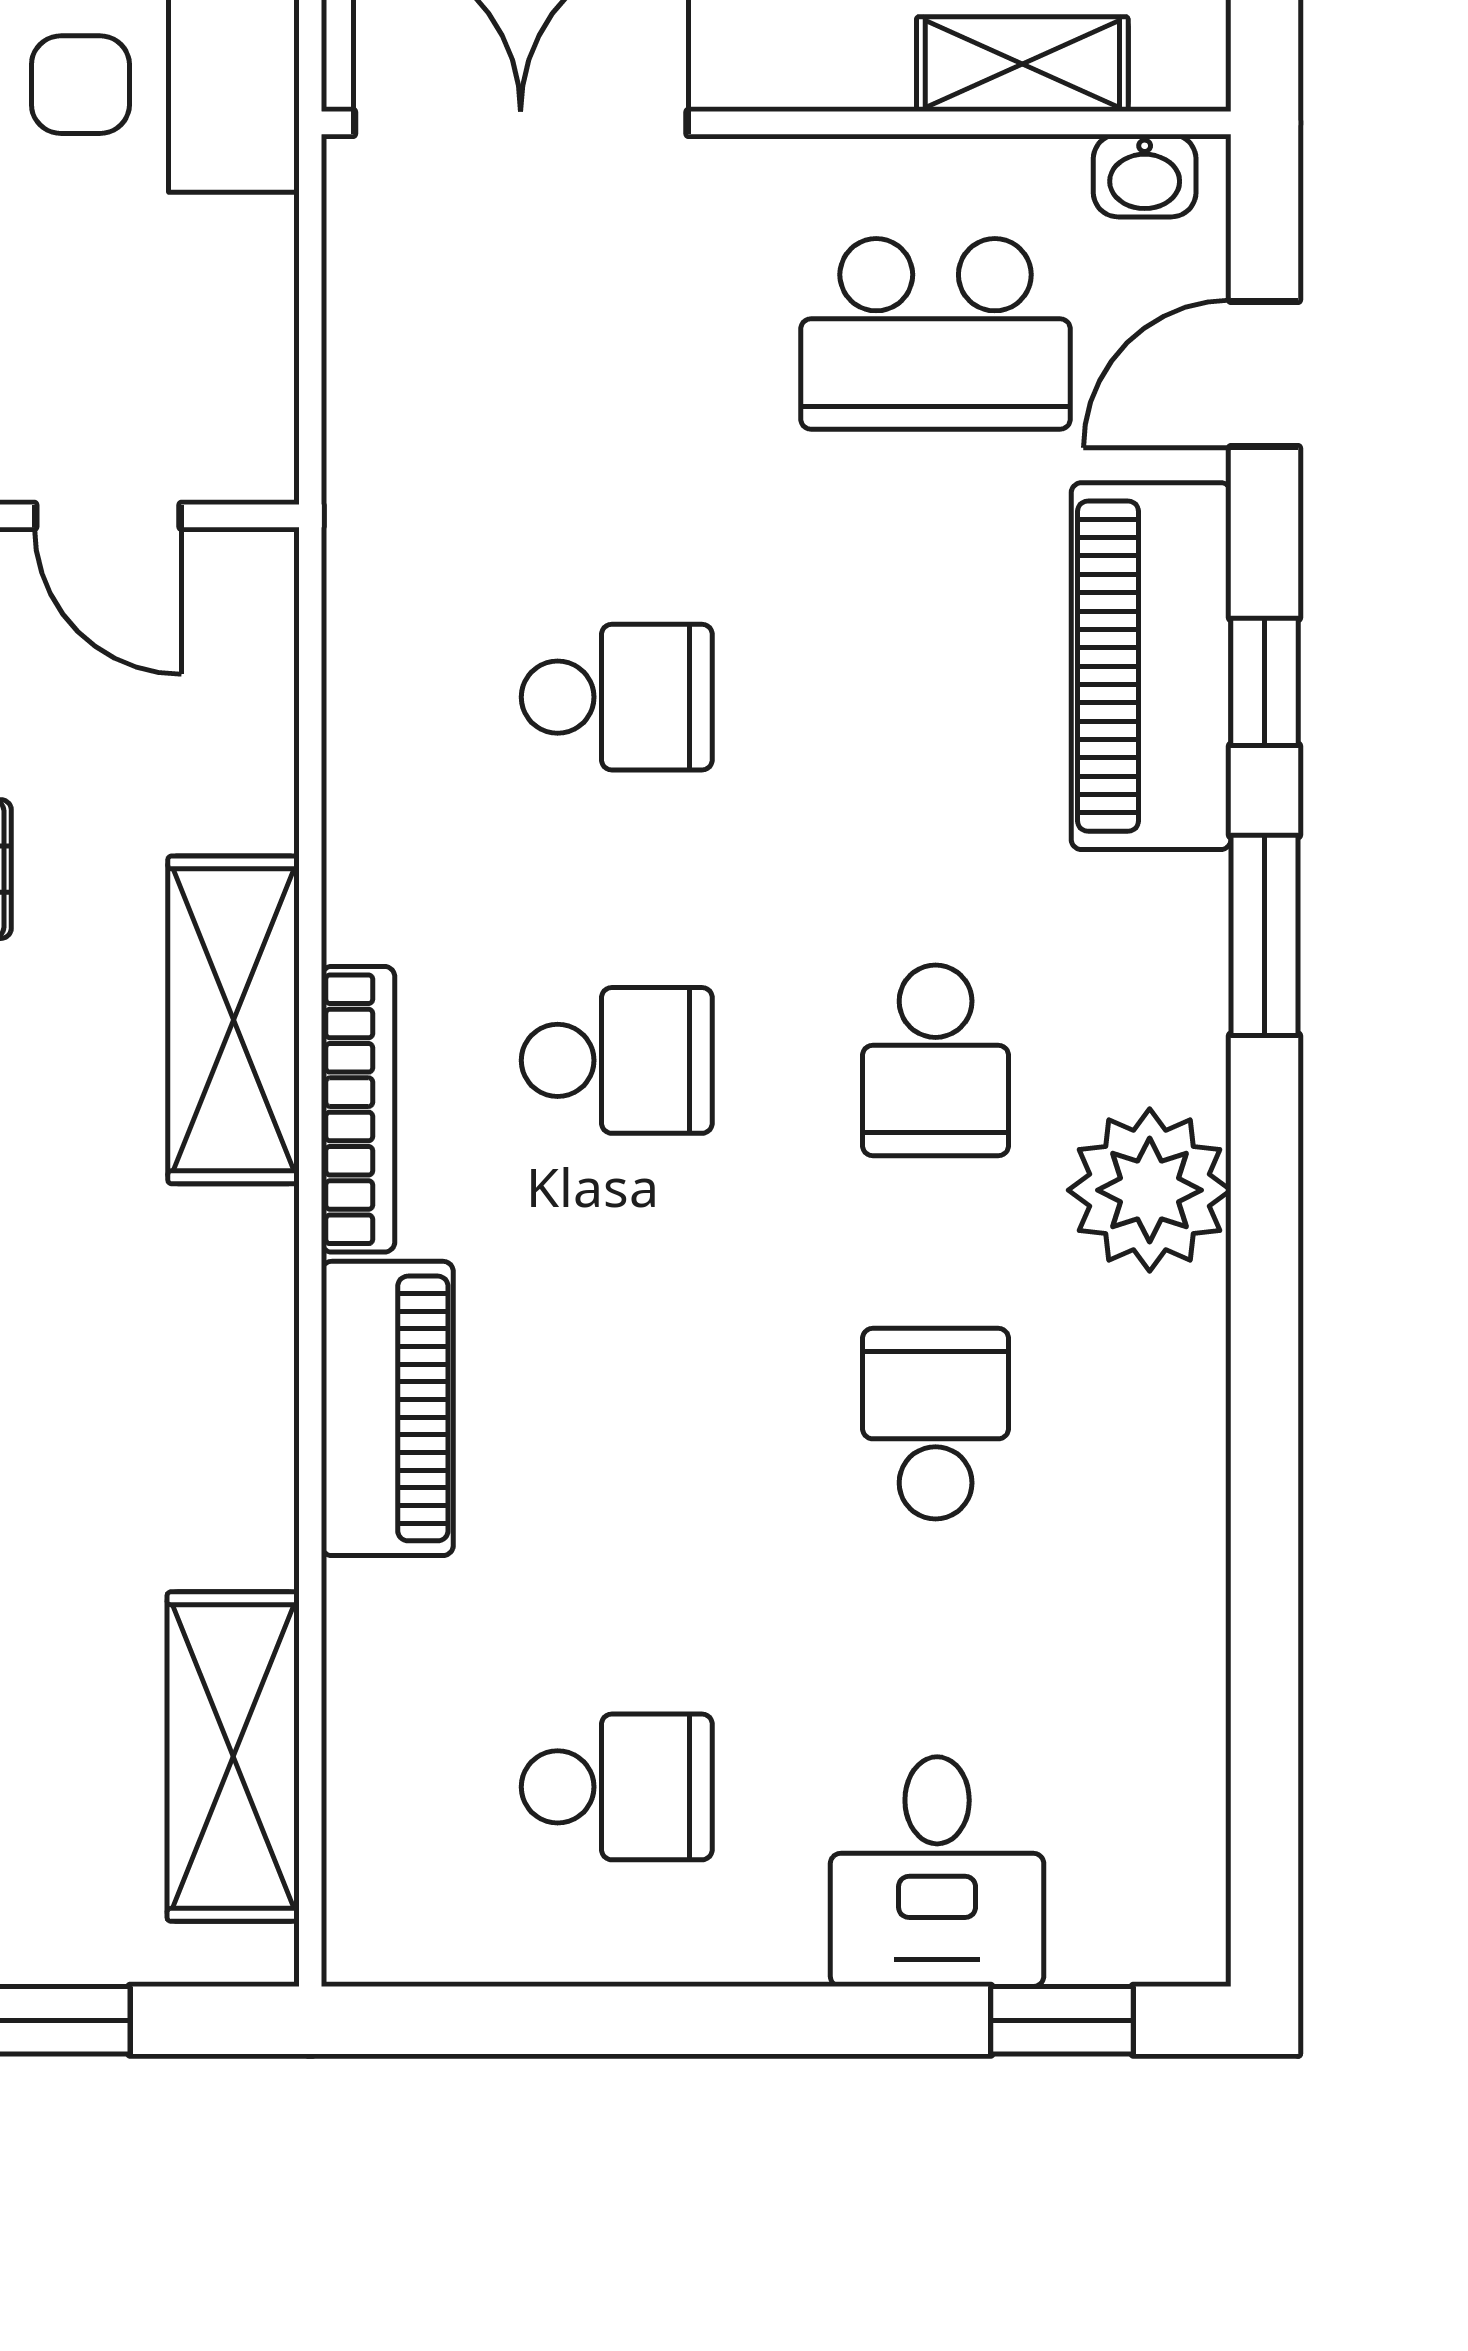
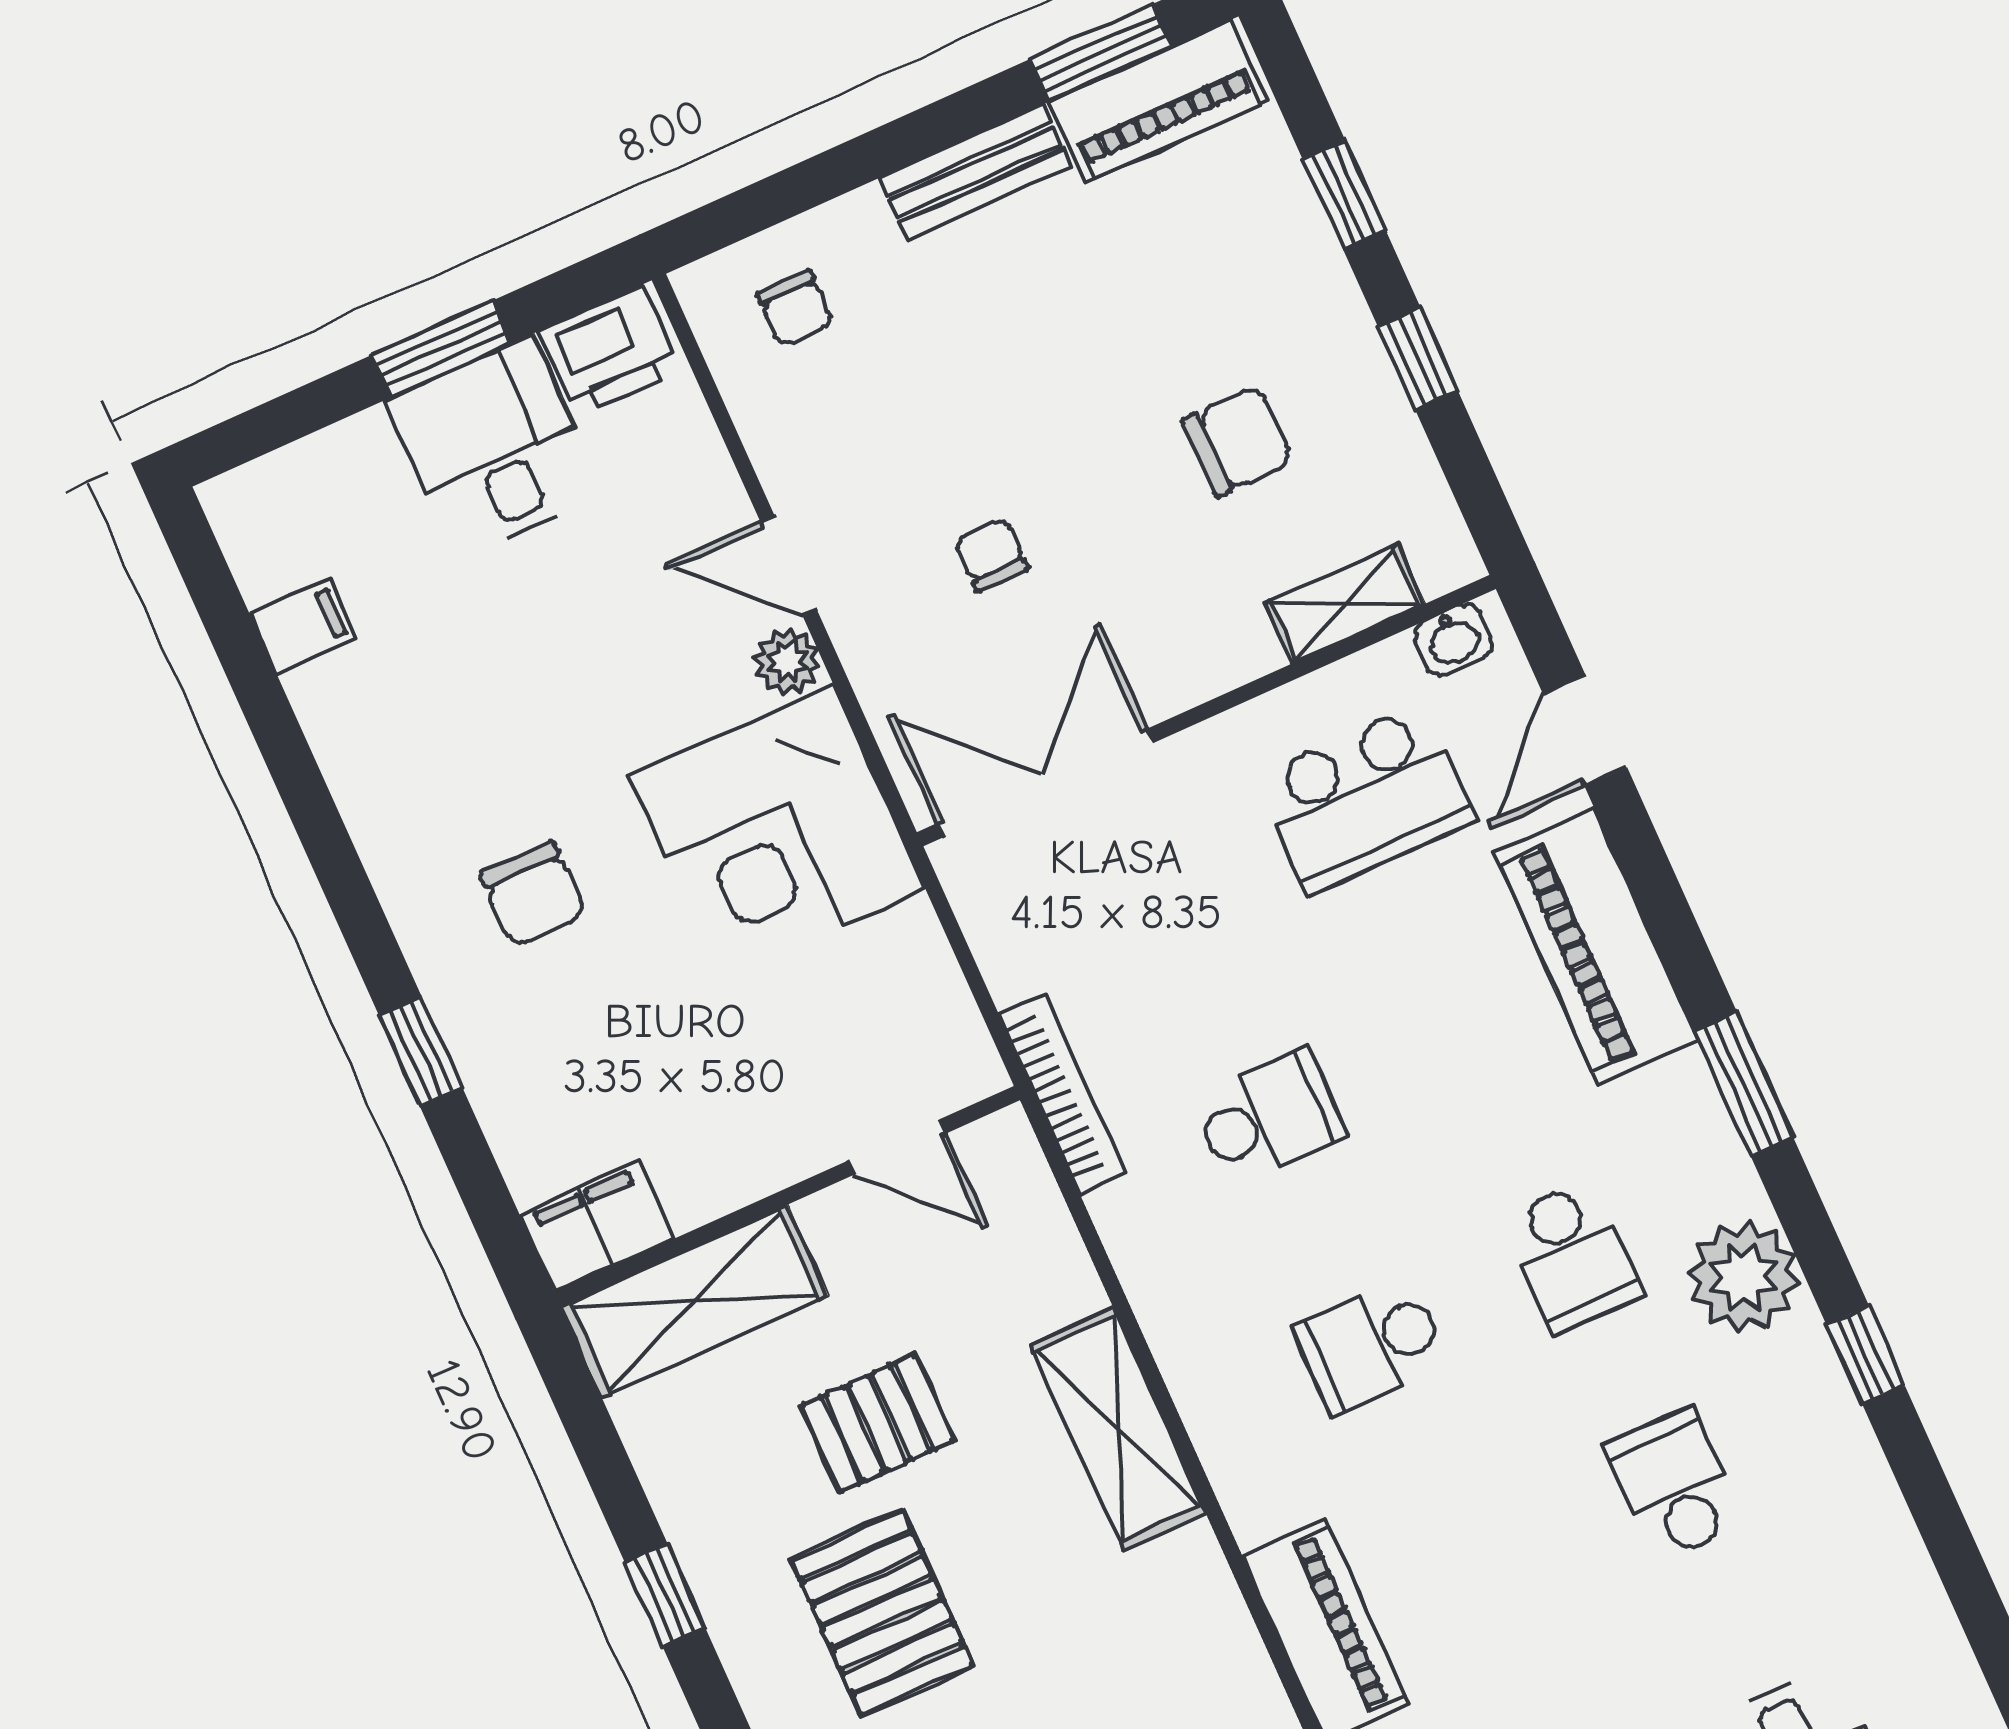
window: (1265, 682) -> (1866, 1355), moved
school desk: (617, 1060) -> (1371, 1346), turned 180
bookcase: (358, 1109) -> (1062, 1094), moved

